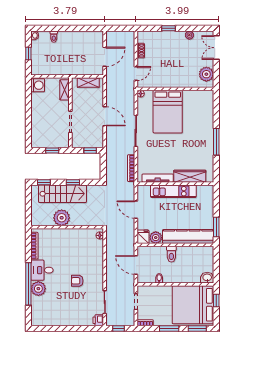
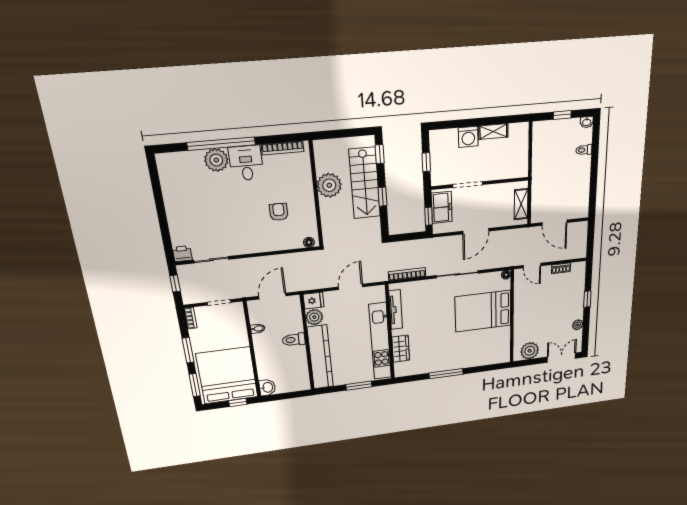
washing machine: (38, 85) -> (468, 137), moved
shelving: (64, 90) -> (493, 132), moved
freezer: (85, 141) -> (442, 207), added
wardrobe: (190, 176) -> (401, 349), width x0.67
kitchen unit: (173, 191) -> (380, 341), width x1.36
window: (216, 227) -> (359, 386), moved
armchair: (77, 281) -> (279, 212), moved

